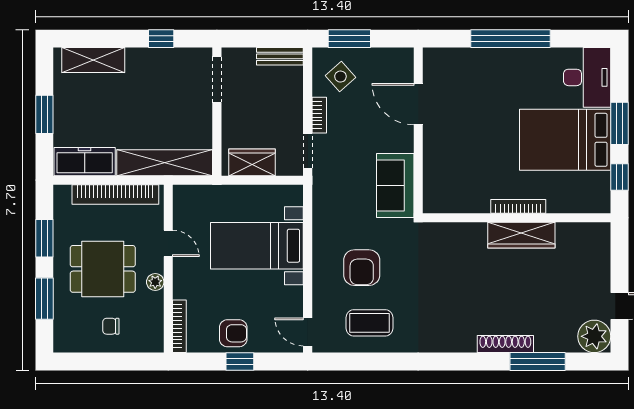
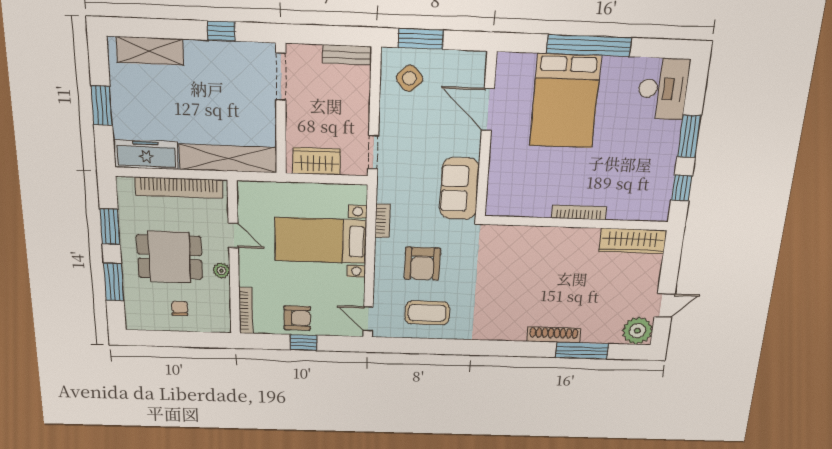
bookcase: (319, 115) -> (383, 221), moved
bed: (565, 140) -> (565, 101), moved, turned -90
wardrobe: (521, 235) -> (632, 241), moved
chair: (111, 326) -> (180, 308), turned 90

